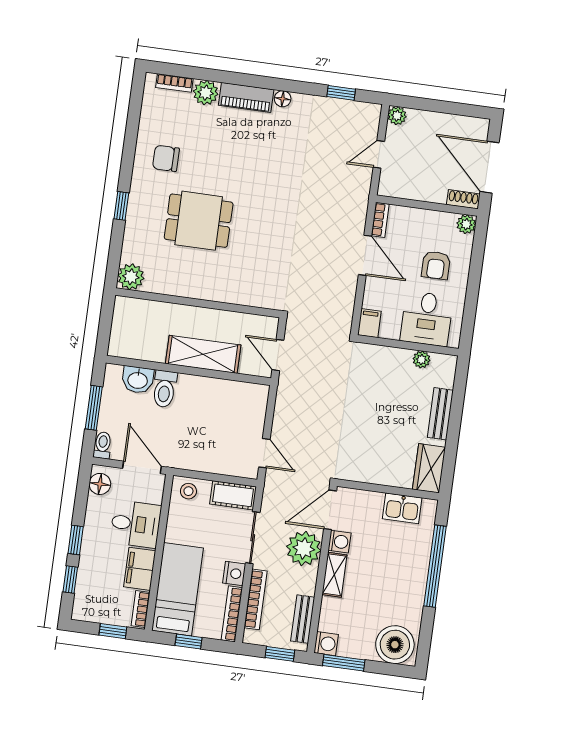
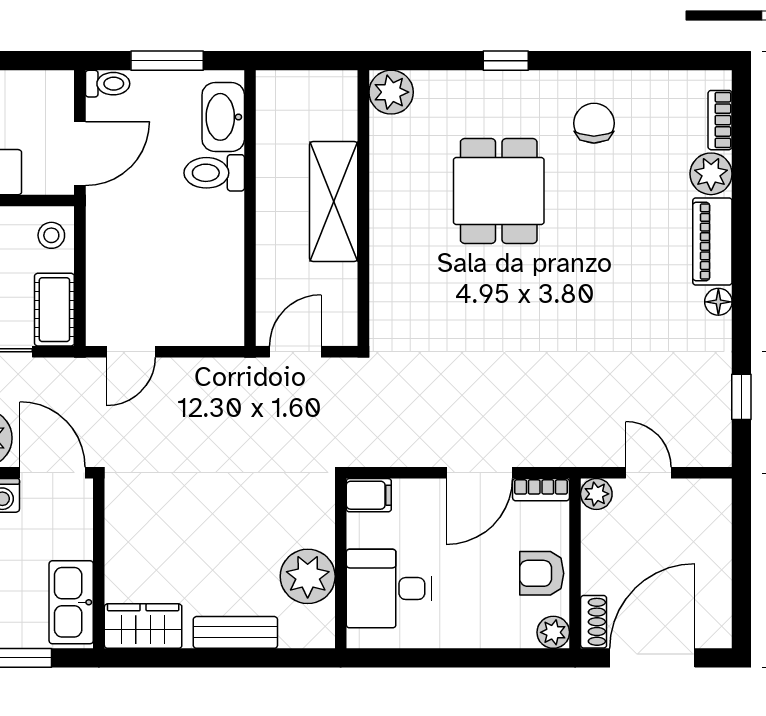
plant: (397, 116) -> (596, 494), moved
armchair: (436, 265) -> (542, 573), moved
shelving: (203, 354) -> (334, 201), moved
plant: (421, 360) -> (308, 576), width x1.87, depth x1.87
washbasin: (138, 380) -> (223, 117), width x1.38
floor lamp: (100, 484) -> (43, 88), removed
kitchen sink: (402, 508) -> (71, 602), width x1.38

